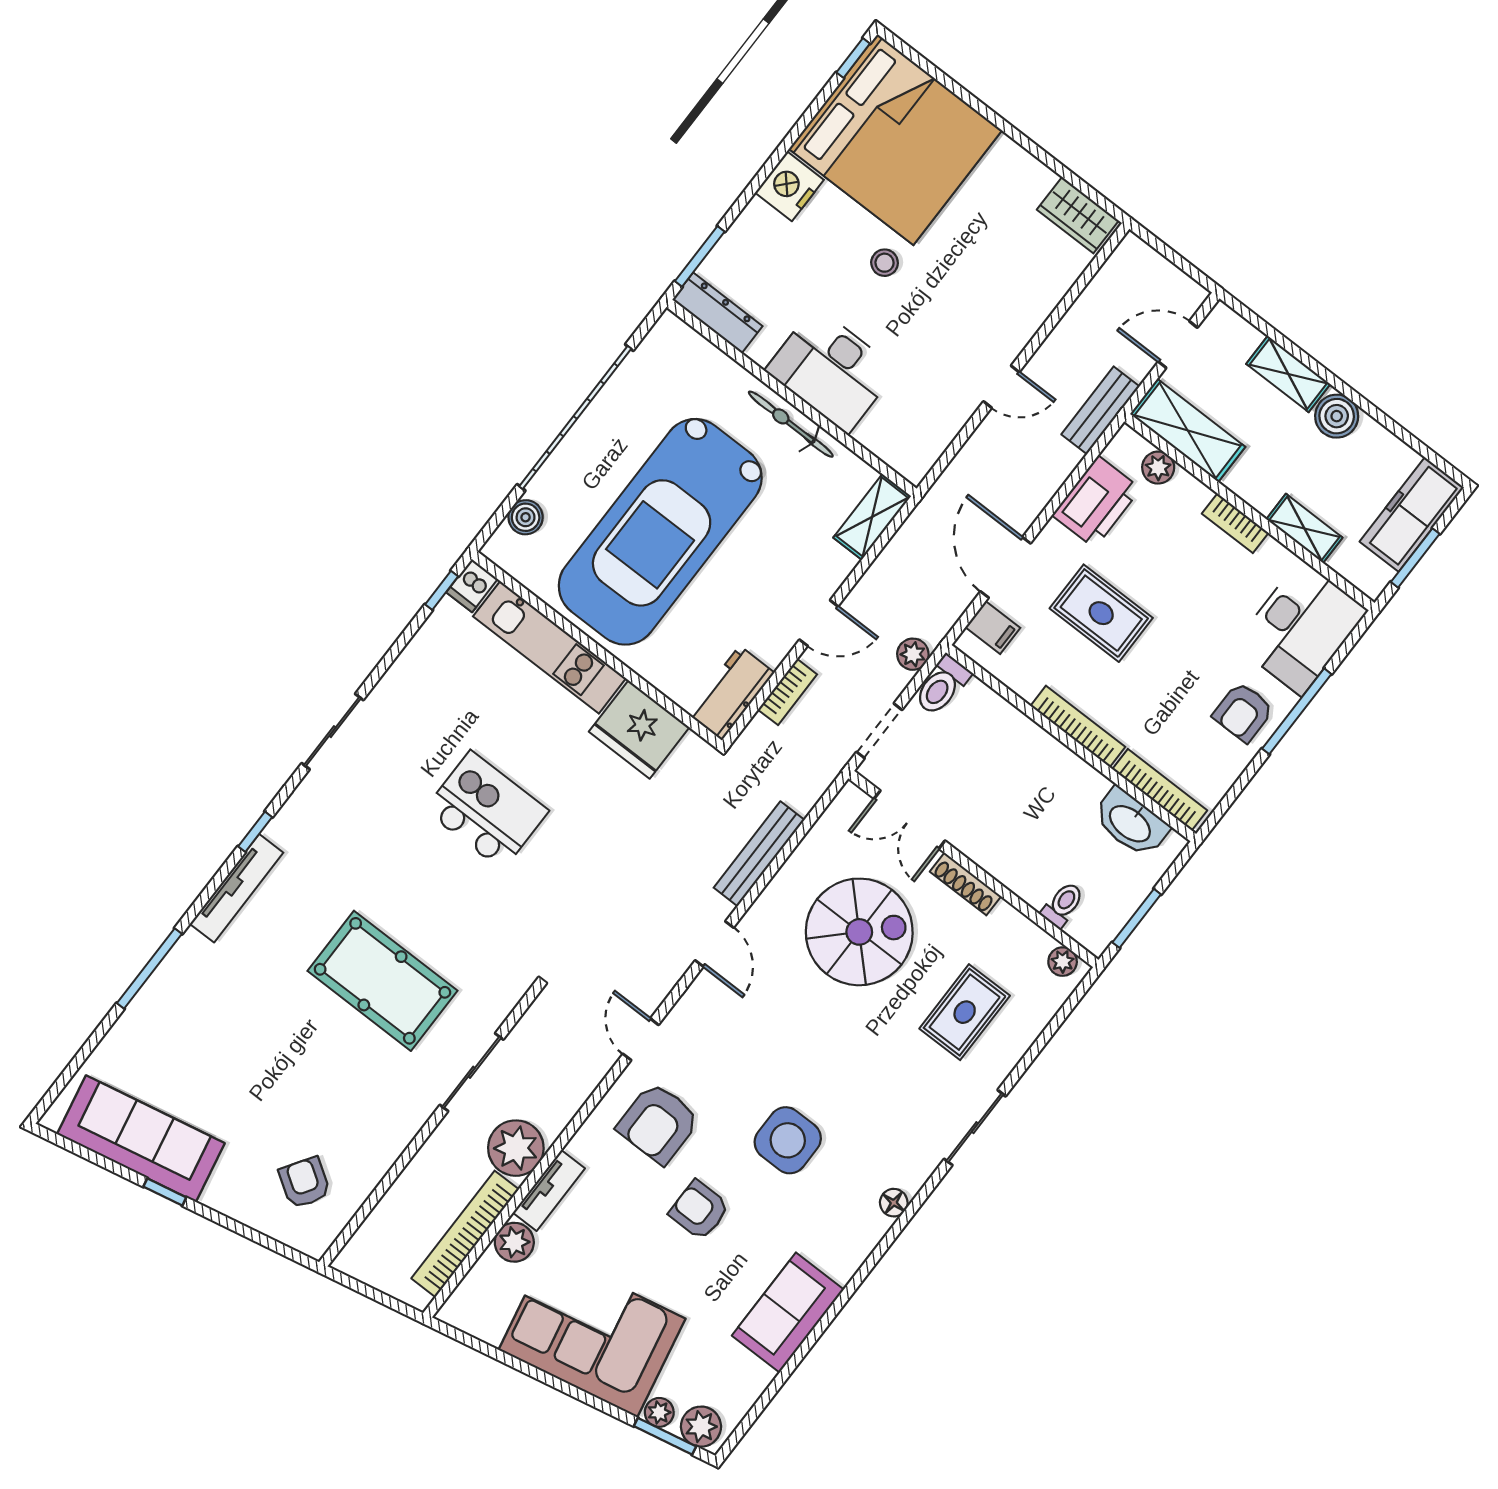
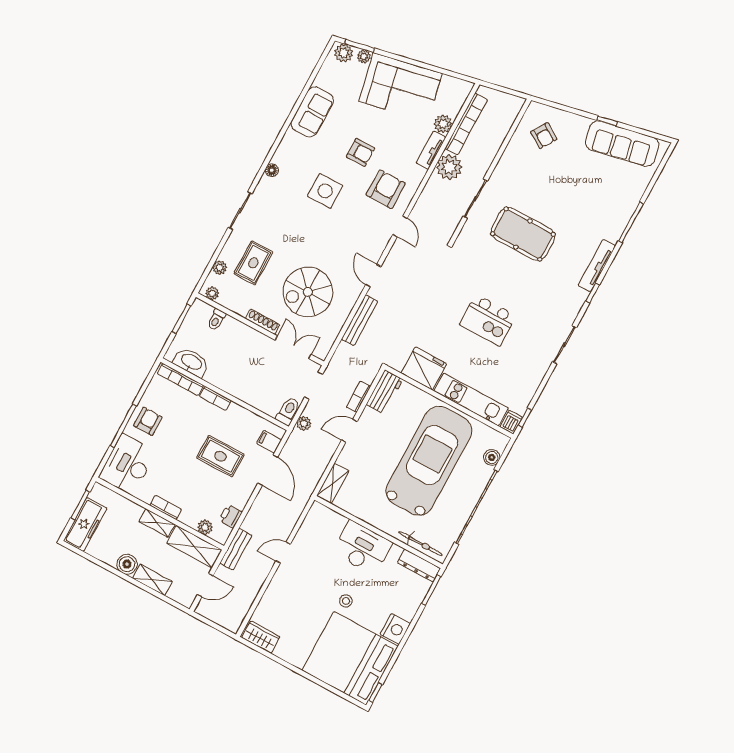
bicycle: (791, 424) -> (421, 544), moved
printer: (1096, 502) -> (231, 516), width x0.53, depth x0.68
shelving: (1304, 528) -> (157, 523), moved
bookcase: (1078, 726) -> (215, 398), width x0.64
plant: (1038, 1014) -> (220, 268), added

